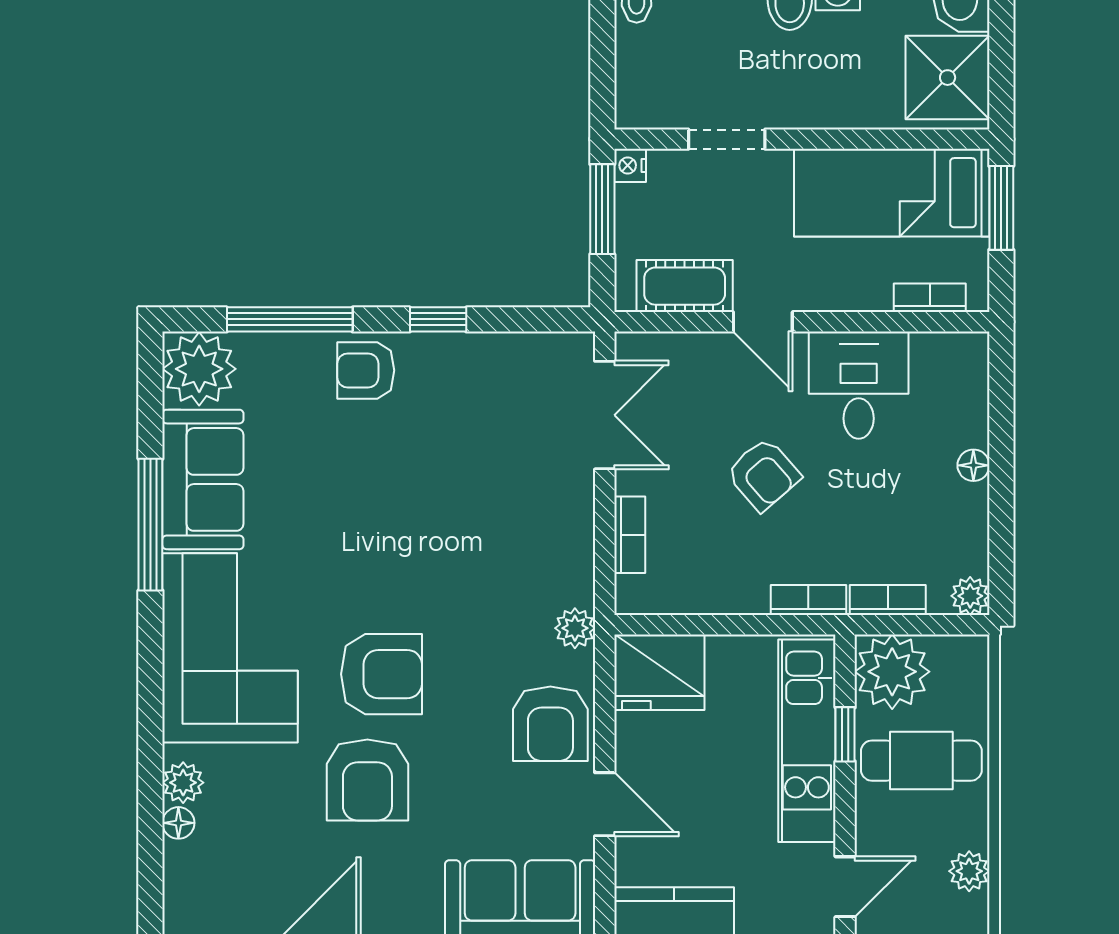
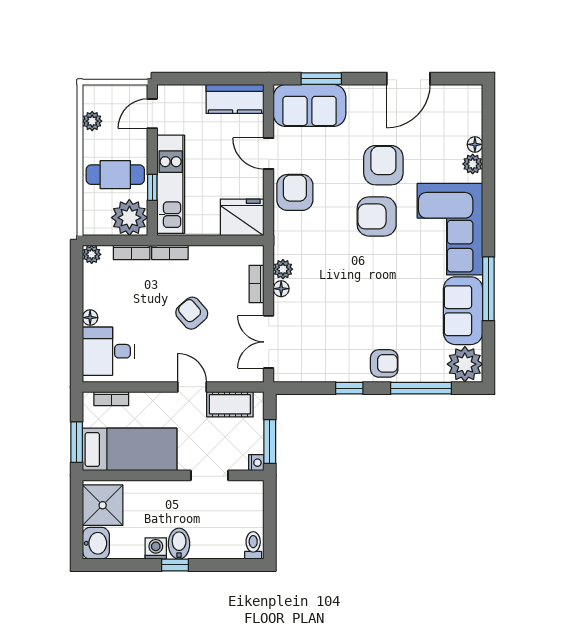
desk: (859, 385) -> (108, 351), moved, turned 90
floor lamp: (579, 525) -> (281, 289), added
plant: (575, 628) -> (283, 269), moved

